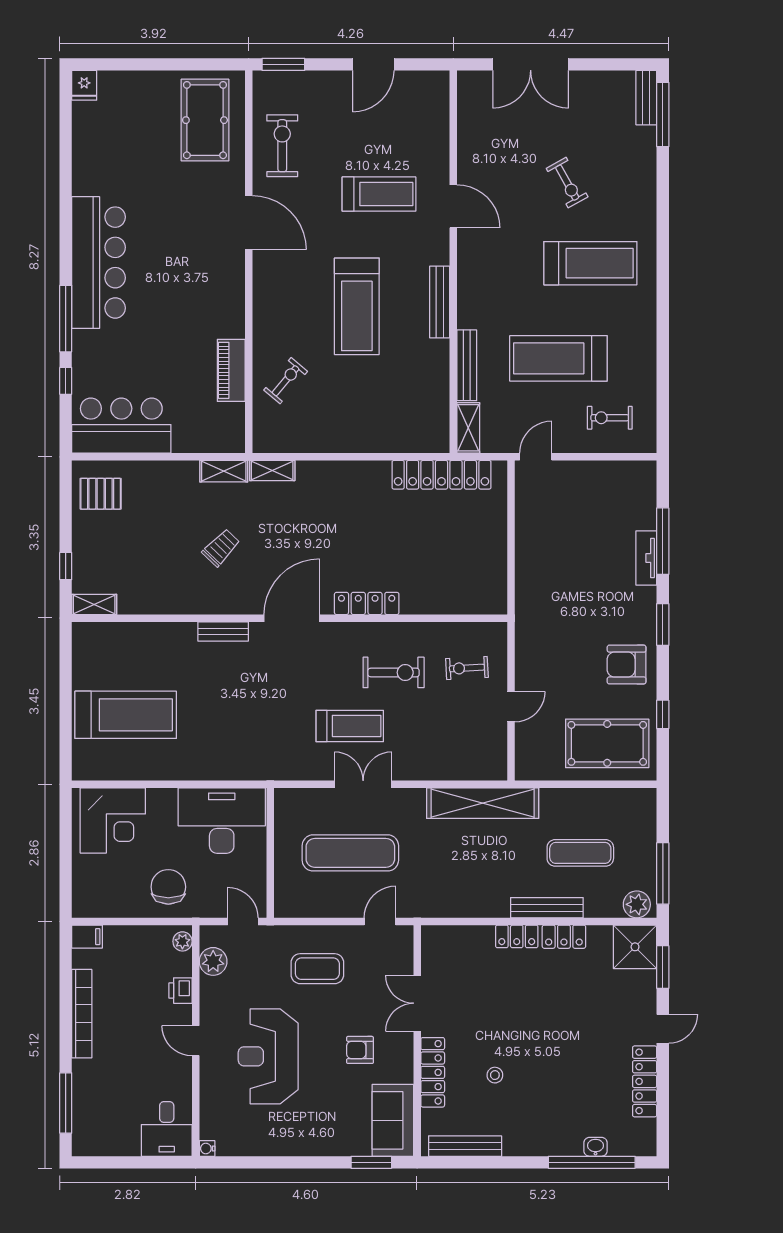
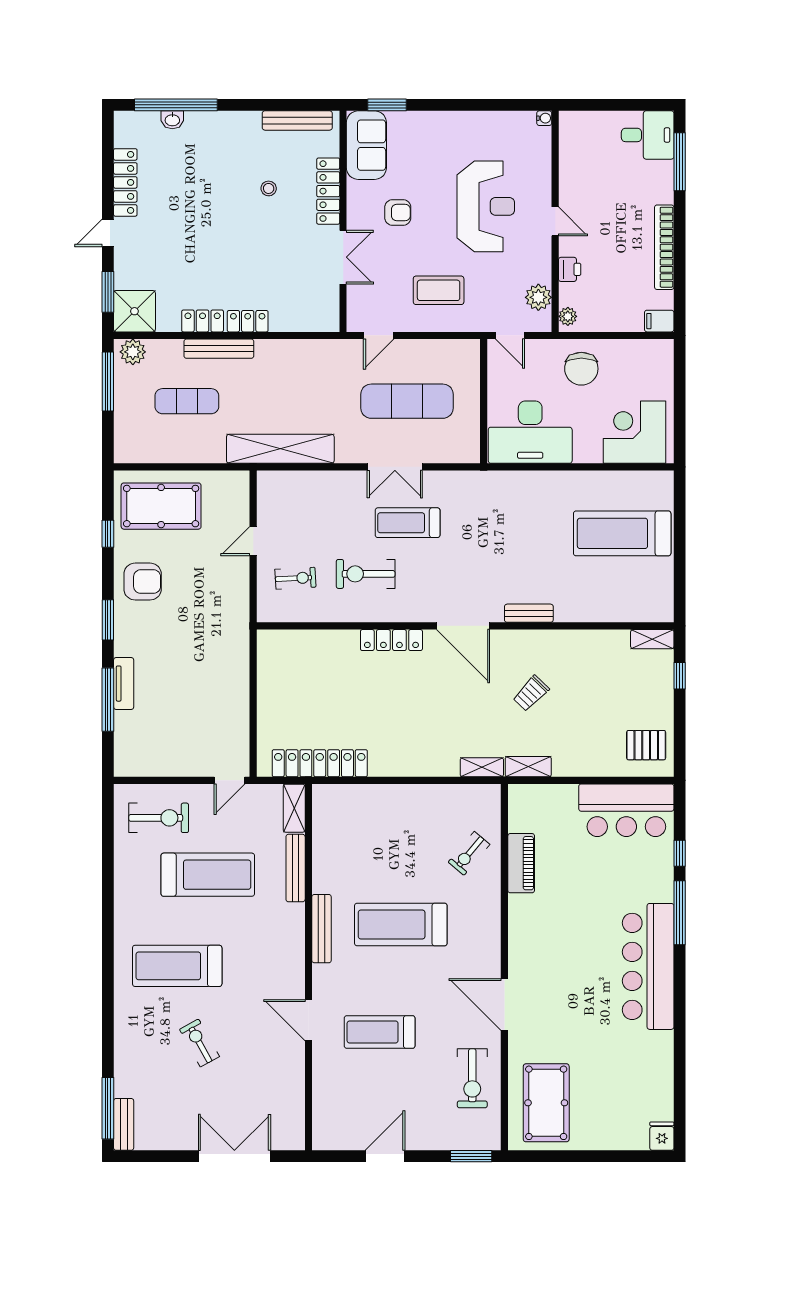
treadmill: (357, 306) -> (401, 925), turned -90
exercise bike: (610, 418) -> (159, 818), width x1.38, depth x1.39
door: (292, 618) -> (463, 626), hinge flipped
desk: (167, 1129) -> (648, 135), moved, turned 90

